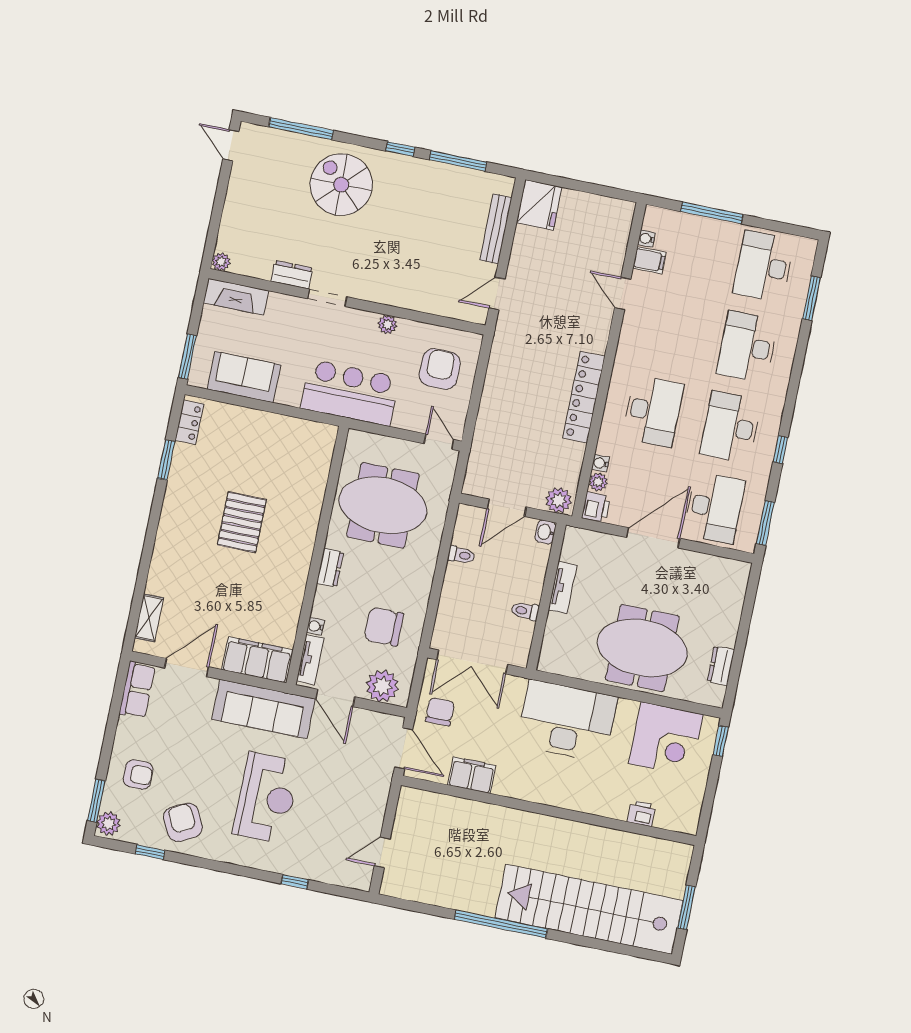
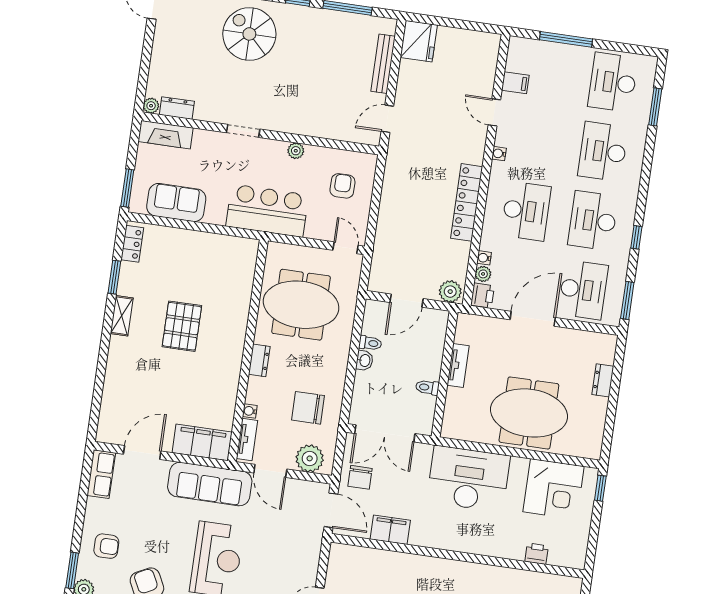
water cooler: (646, 239) -> (499, 154), moved
dresser: (292, 275) -> (177, 108), moved
armchair: (440, 369) -> (342, 186), width x0.72, depth x0.72
washbasin: (545, 532) -> (364, 360), moved, turned 180
shelving: (149, 618) -> (122, 316), moved
dresser: (721, 666) -> (603, 380), moved
chair: (440, 712) -> (360, 477), turned 180

